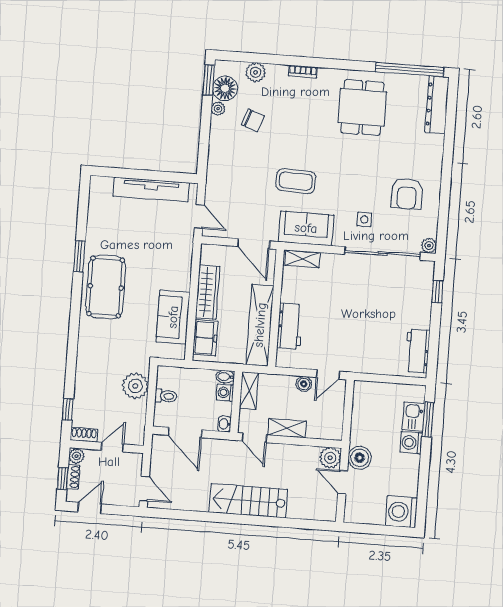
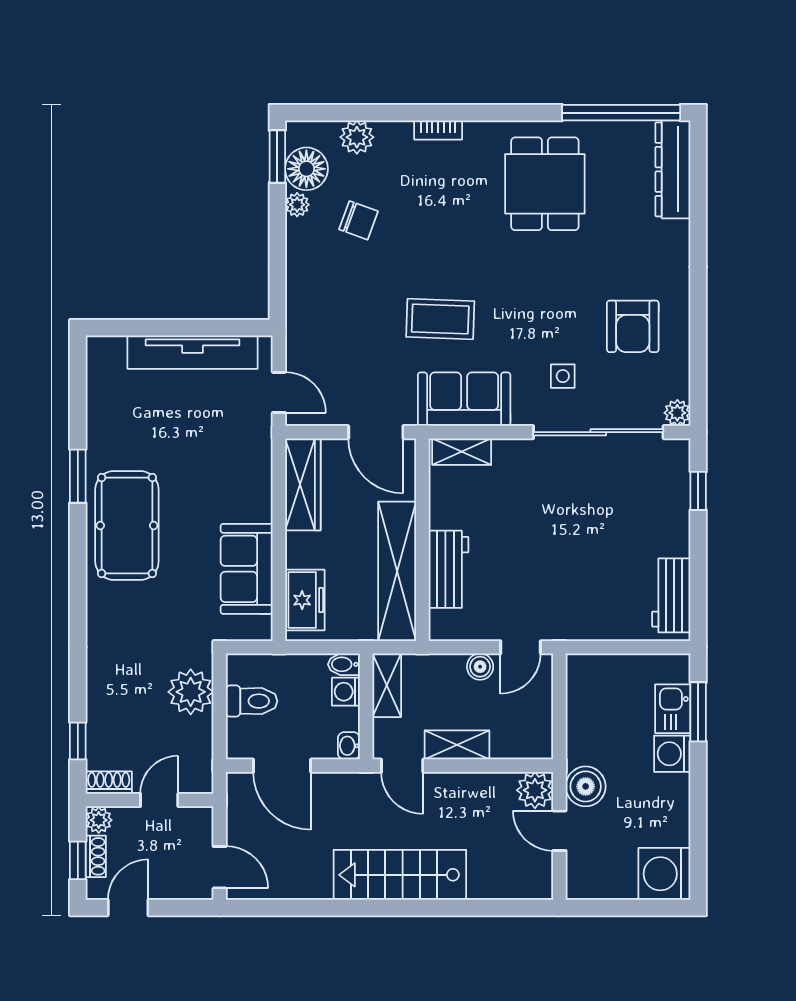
wardrobe: (208, 292) -> (303, 484), moved
toilet: (166, 396) -> (252, 701), width x1.37, depth x1.39

